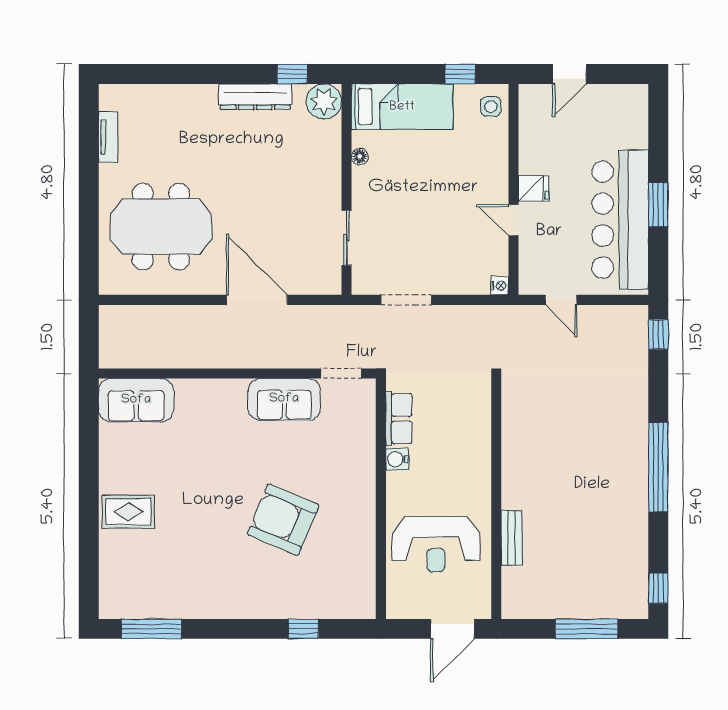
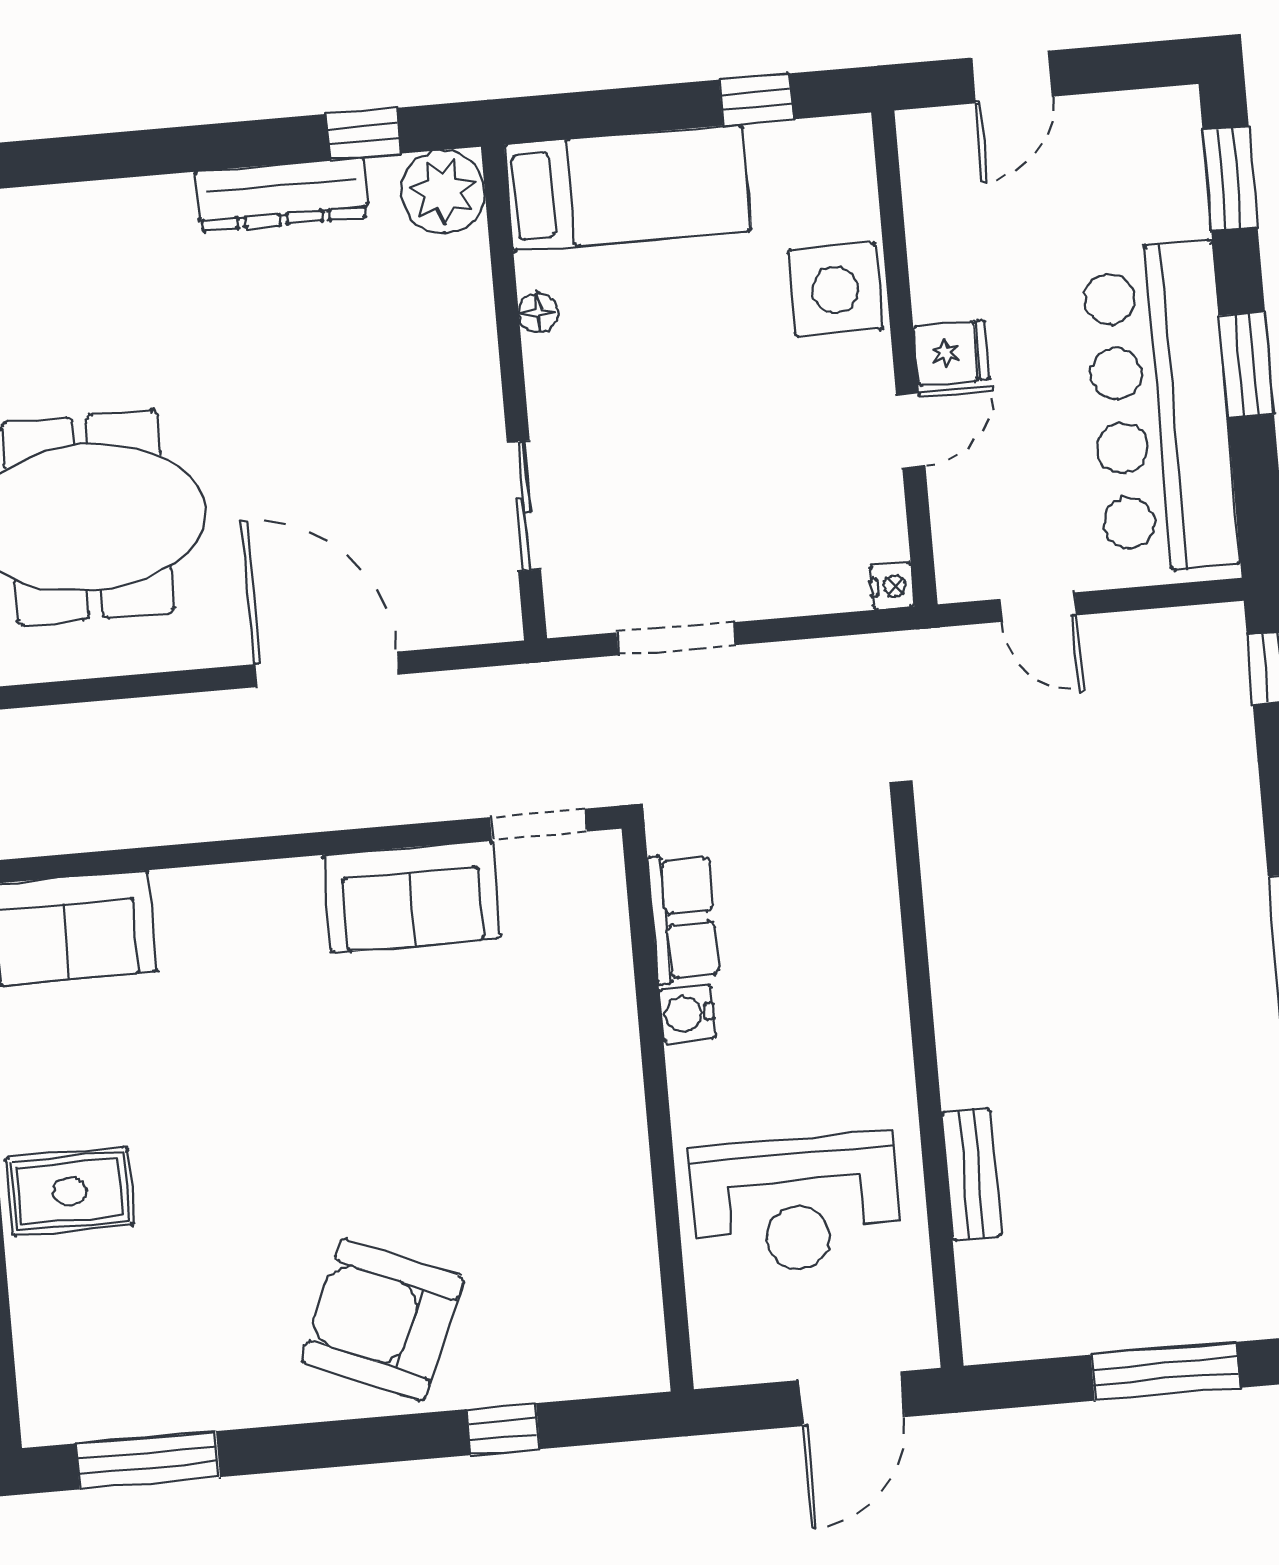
side table: (491, 106) -> (835, 290), moved, width x1.87, depth x1.87
window: (658, 125) -> (1230, 178), added
door: (513, 220) -> (911, 430), swing flipped
armchair: (283, 520) -> (383, 1320), moved

